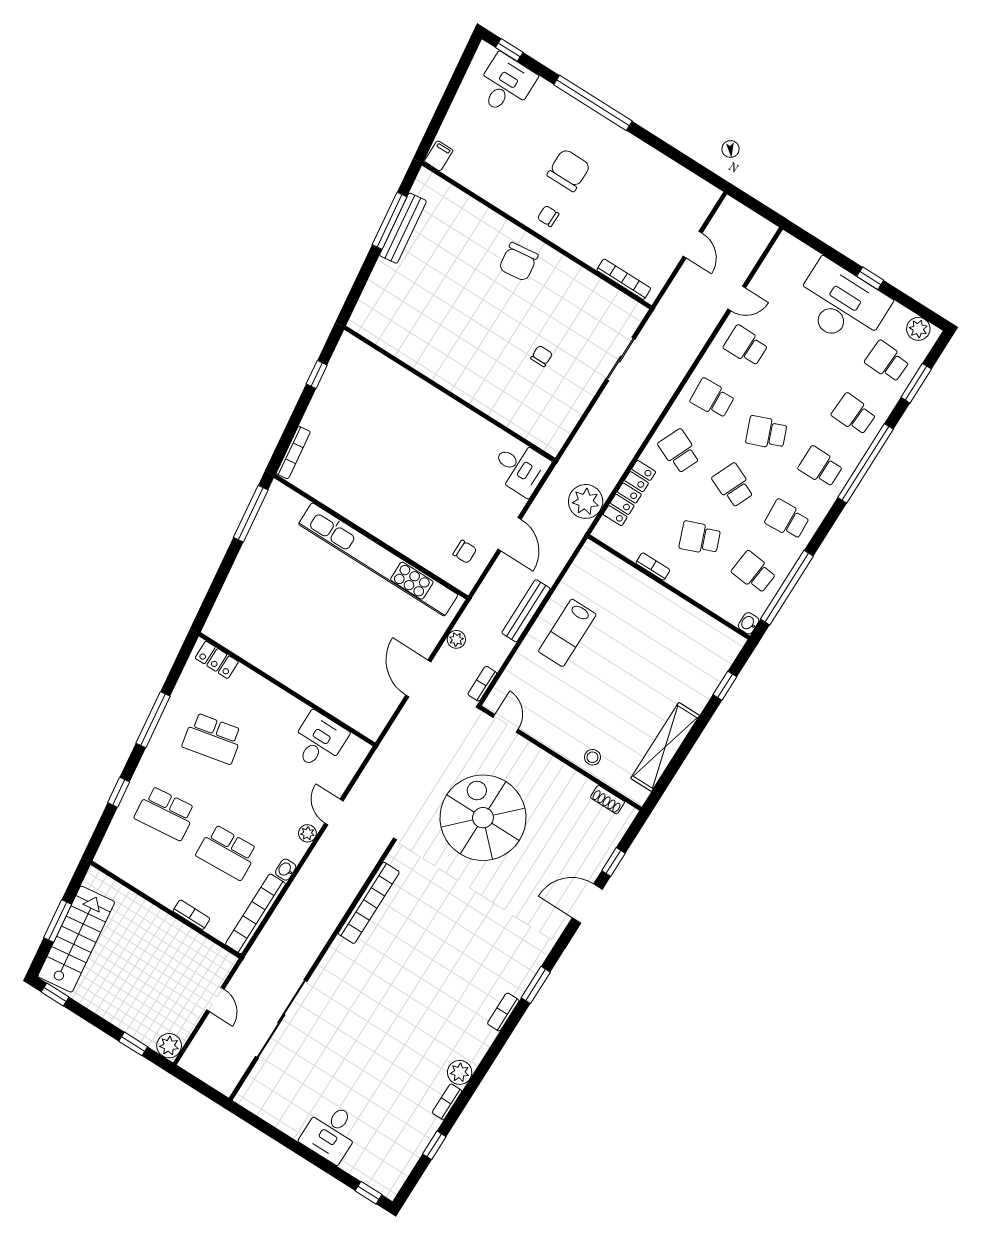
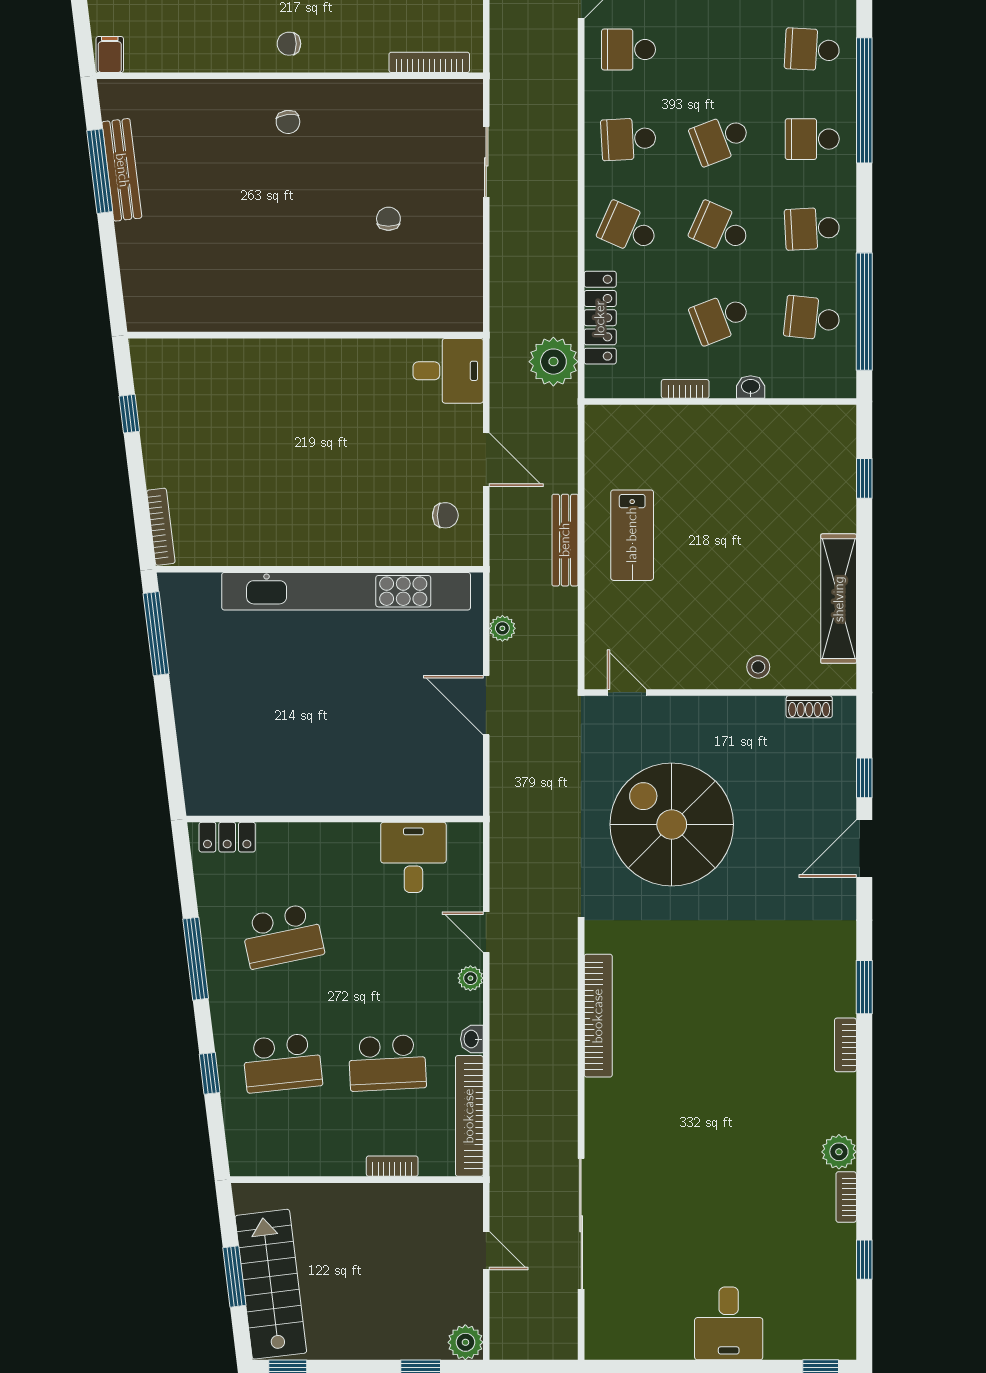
chair: (519, 262) -> (288, 122), width x0.54, depth x0.54
washbasin: (749, 623) -> (751, 387), moved, turned 90
bookcase: (482, 684) -> (568, 662), removed

